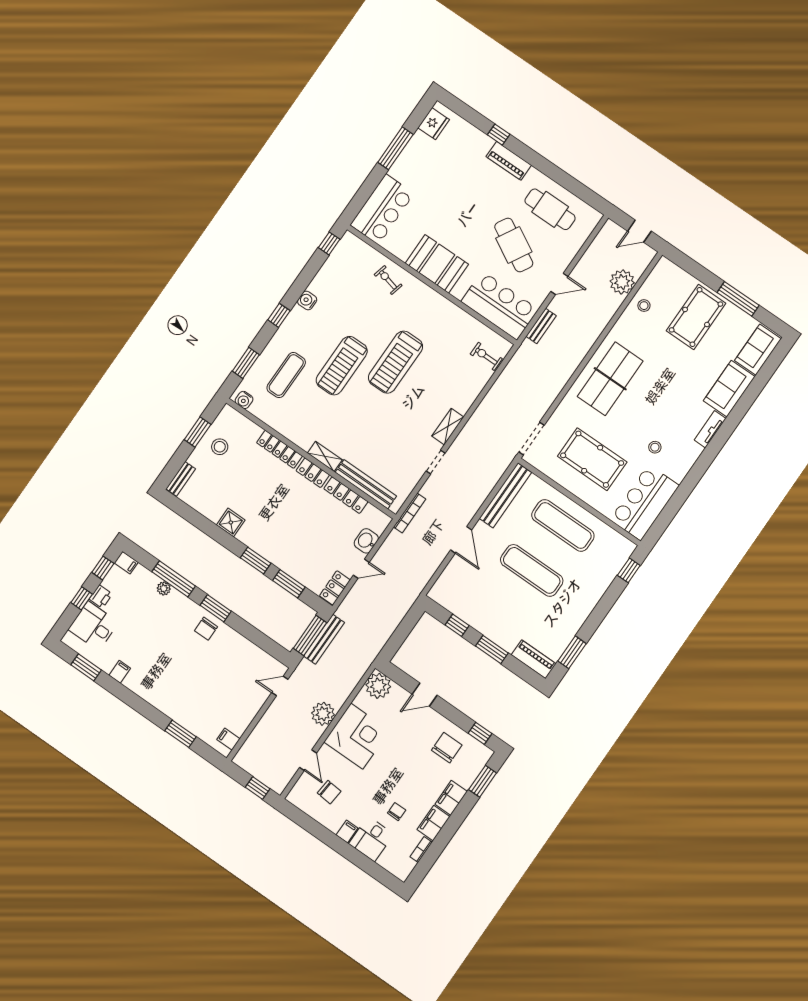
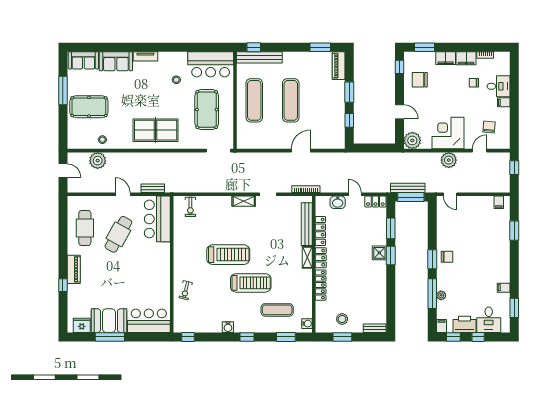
booth: (437, 264) -> (109, 321), moved, turned 90
bench: (505, 495) -> (259, 57), moved
shower: (231, 522) -> (379, 253), moved
printer: (101, 597) -> (465, 324), width x1.87, depth x1.48

